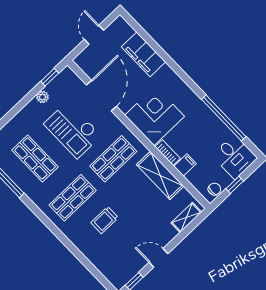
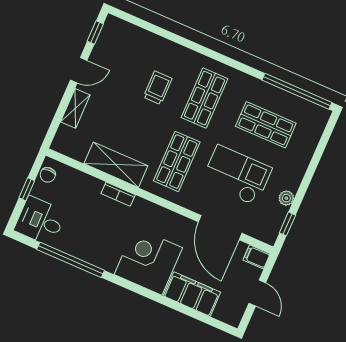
corner desk: (155, 116) -> (148, 261), moved, turned 180
filing cabinet: (185, 165) -> (257, 257), moved, turned 90
shelving: (186, 217) -> (75, 108), moved

